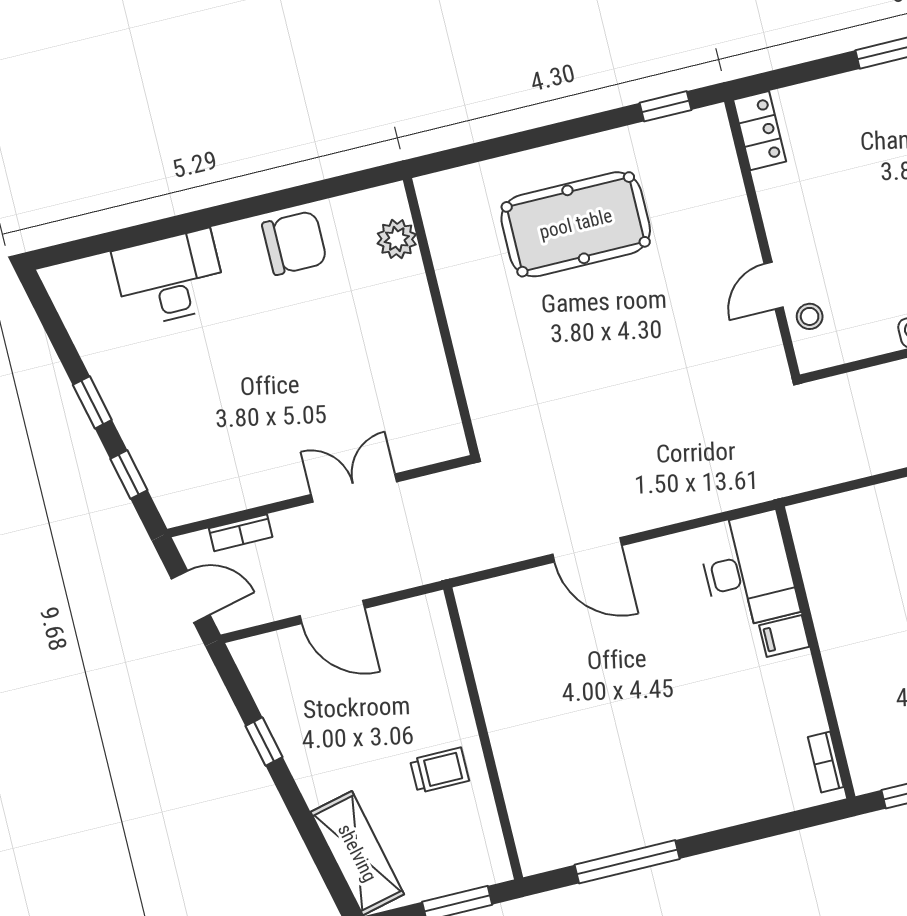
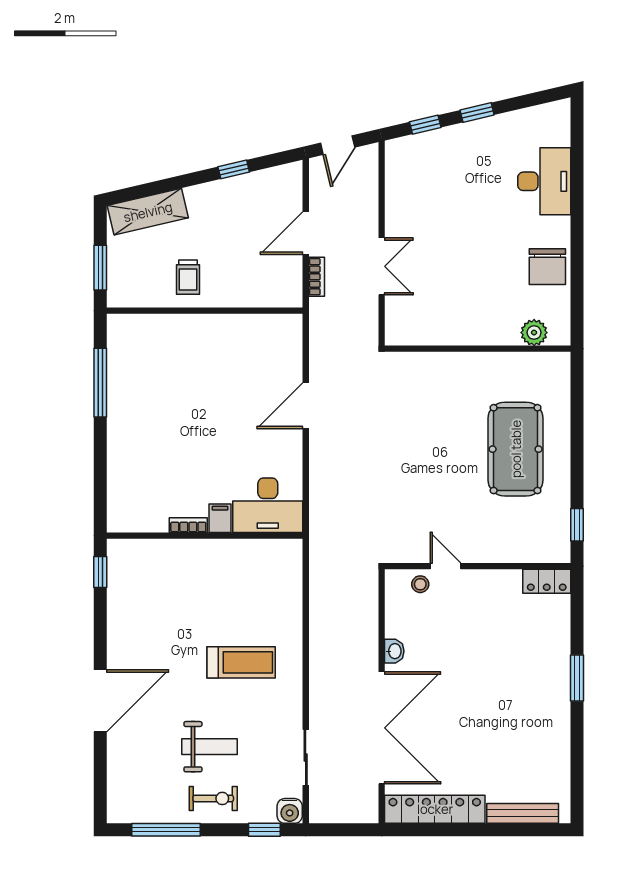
bookcase: (241, 533) -> (317, 277), moved, turned 180
bookcase: (826, 762) -> (188, 525), moved

